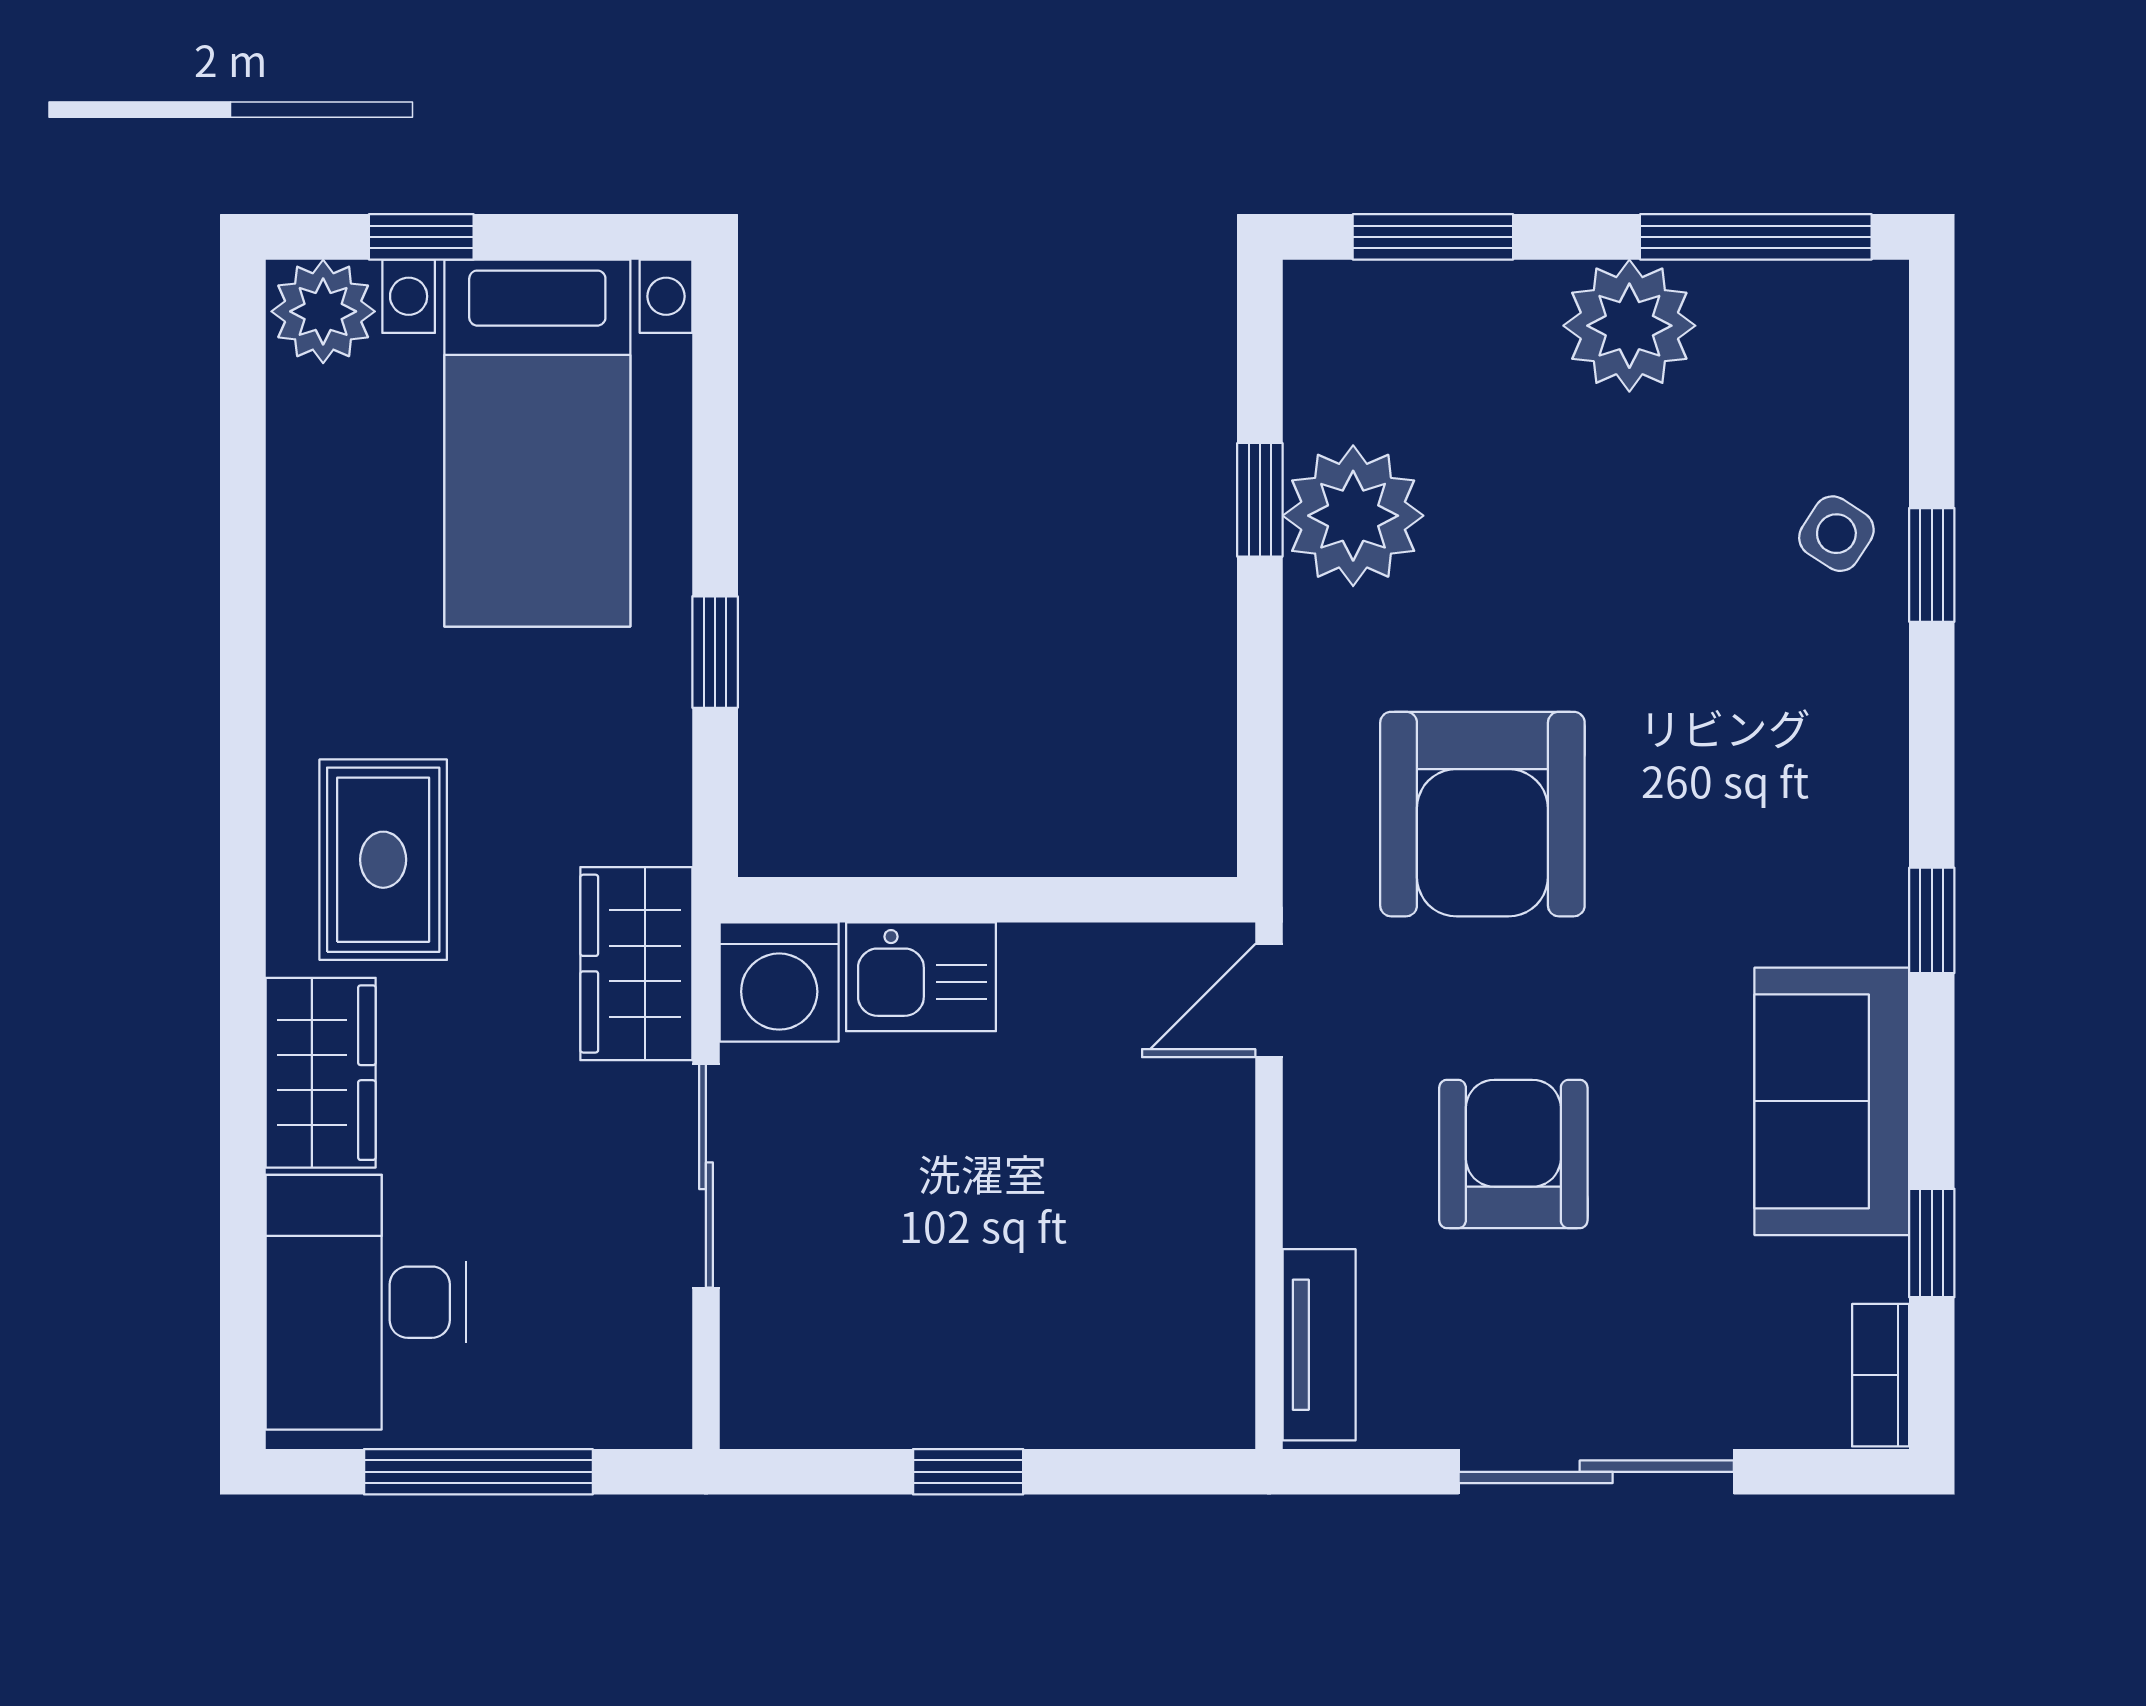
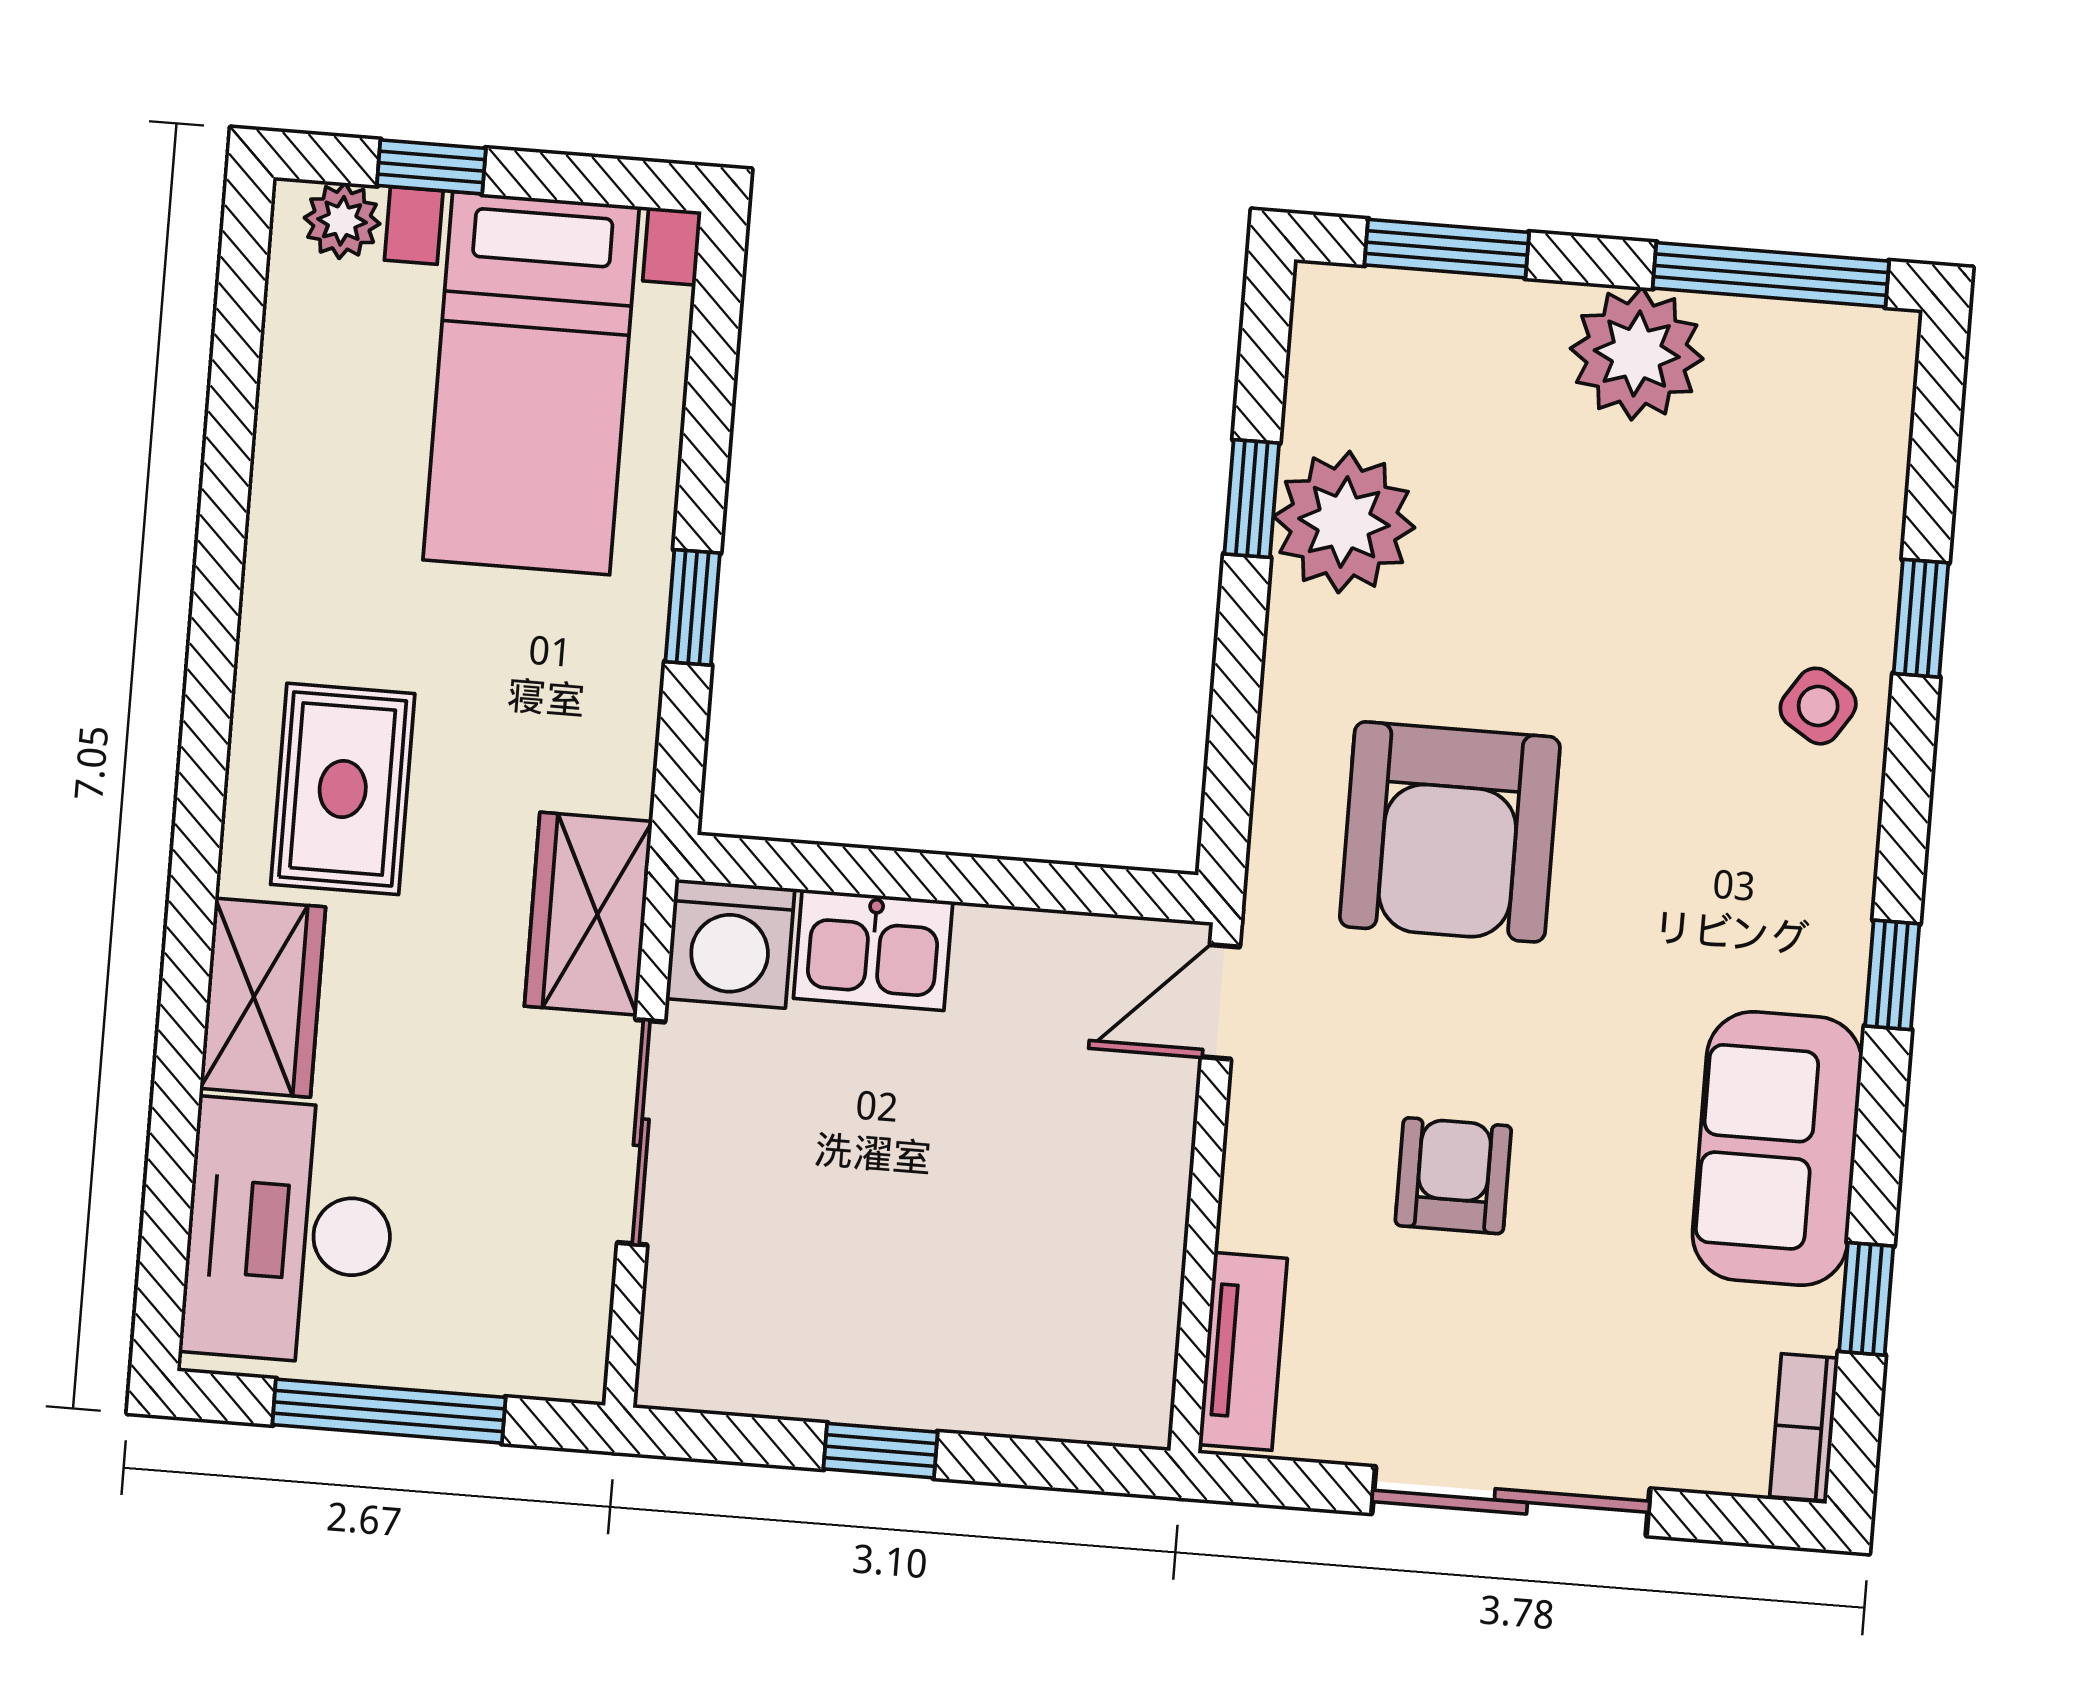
plant: (323, 311) -> (342, 221), width x0.73, depth x0.73
side table: (1836, 534) -> (1818, 706), moved
armchair: (1513, 1154) -> (1453, 1176), width x0.72, depth x0.72

